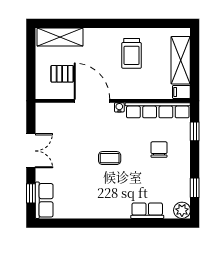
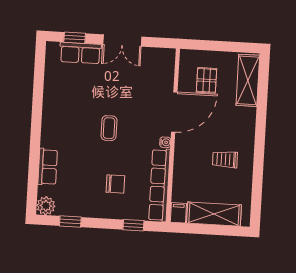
trolley: (132, 53) -> (225, 159), width x0.73, depth x0.72
row of seats: (44, 200) -> (80, 53), moved

